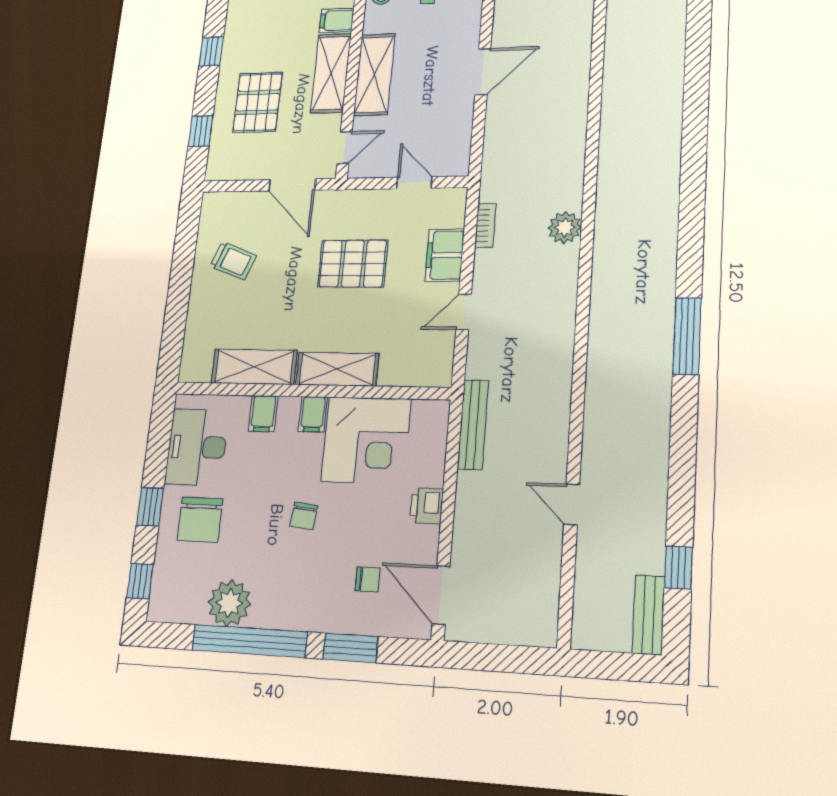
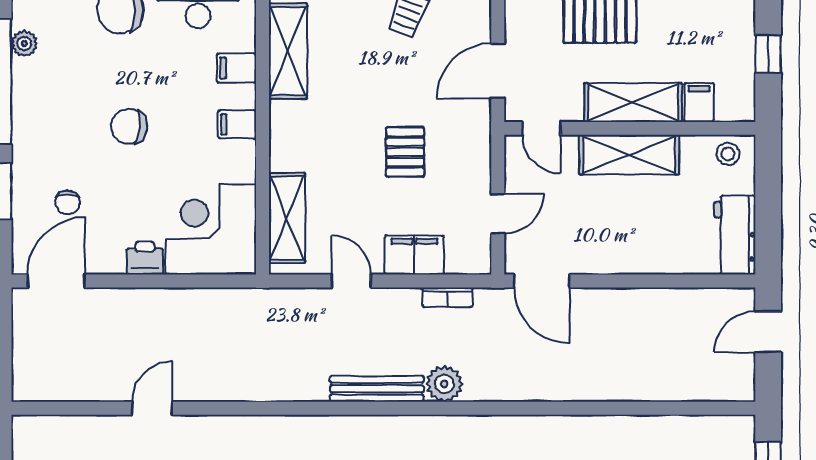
door: (483, 72) -> (542, 281), moved
pallet: (353, 264) -> (405, 152), width x0.67, depth x0.71
shelving: (337, 369) -> (287, 218), moved
bench: (473, 425) -> (377, 389), moved
corner desk: (366, 440) -> (211, 229), moved, turned 90
chair: (304, 516) -> (129, 126), width x1.37, depth x1.37
plant: (229, 603) -> (24, 43), width x0.53, depth x0.53

